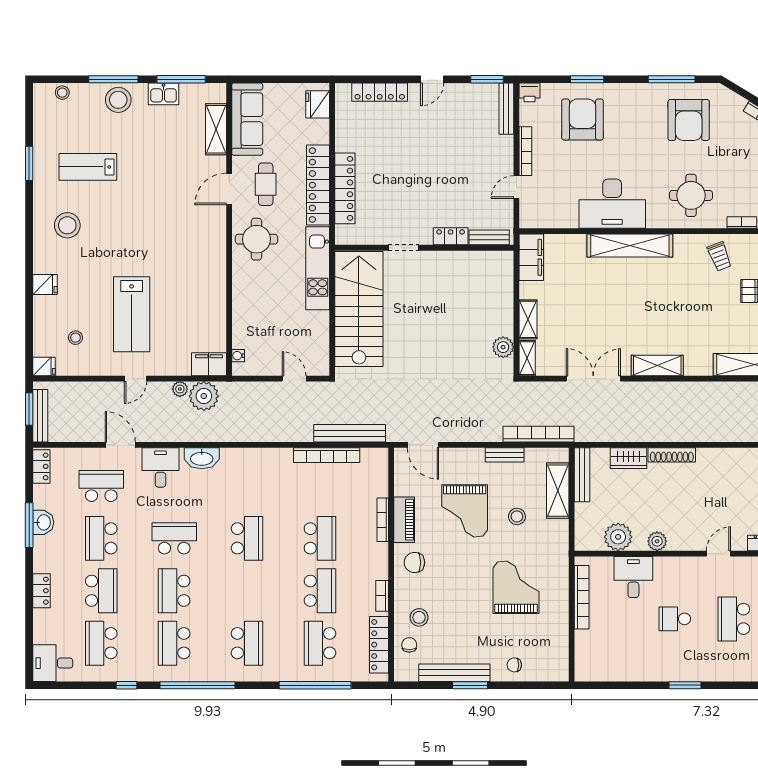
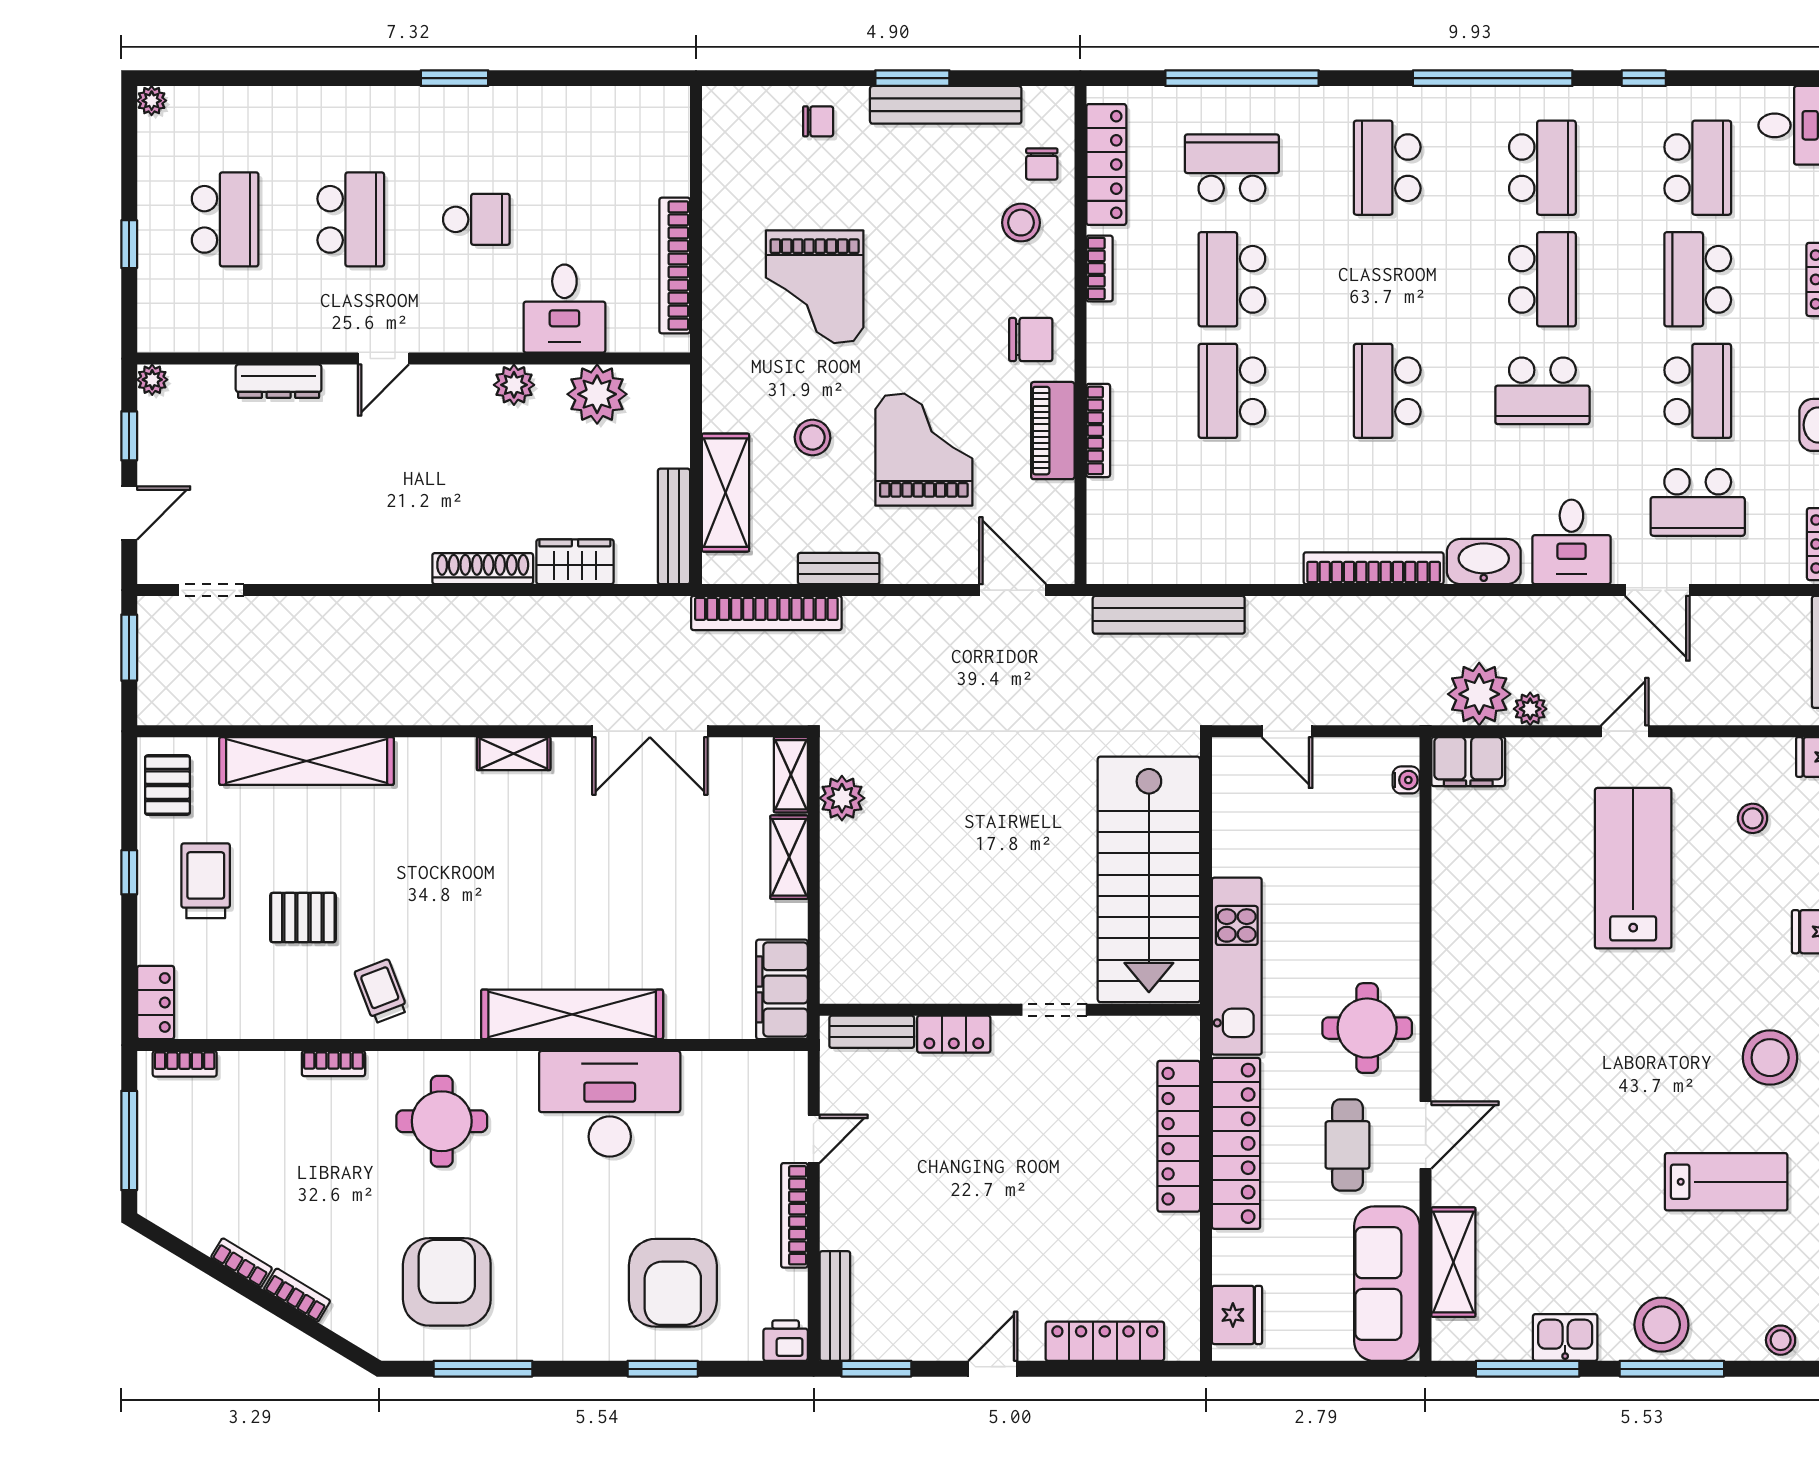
shelving: (657, 365) -> (514, 754), width x0.67, depth x0.75
bookcase: (327, 455) -> (1374, 568), moved
school desk: (320, 643) -> (1232, 168), turned -90

